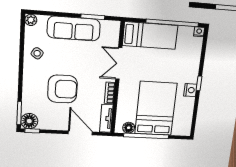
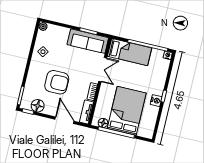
sofa: (74, 29) -> (88, 41), moved
double door: (119, 63) -> (103, 70), swing flipped
floor lamp: (29, 121) -> (38, 106), moved

